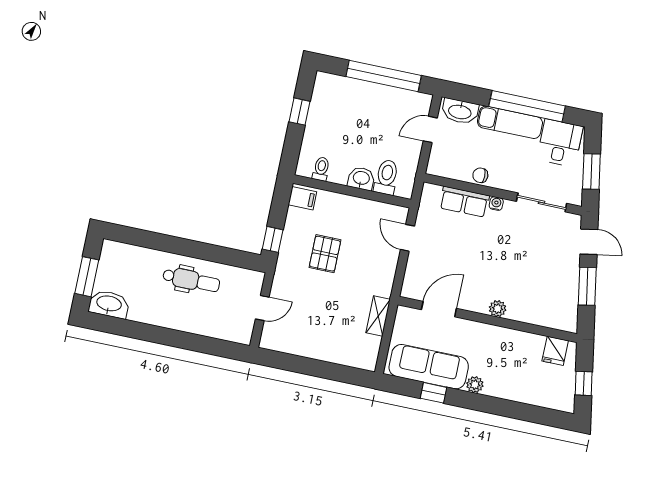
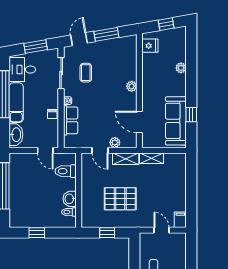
door: (430, 129) -> (45, 150), moved
washbasin: (361, 178) -> (70, 199), moved
filing cabinet: (302, 198) -> (180, 220), moved
door: (407, 238) -> (100, 150), hinge flipped
window: (273, 239) -> (107, 233), moved
coffee table: (534, 241) -> (86, 73), added
pallet: (325, 254) -> (120, 199), width x1.50, depth x1.42
plant: (415, 264) -> (115, 142), added
shelving: (386, 275) -> (126, 159), added
plant: (475, 385) -> (181, 68), moved

